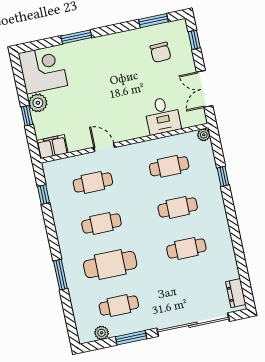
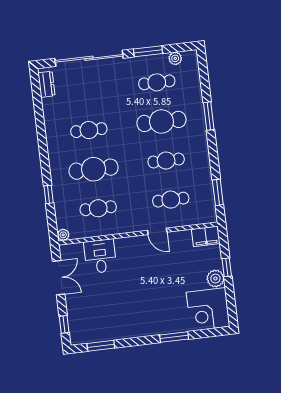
chair: (160, 52) -> (97, 316), removed
window: (44, 194) -> (218, 192), width x1.50
cafe table: (178, 207) -> (94, 169), width x1.37, depth x1.35

